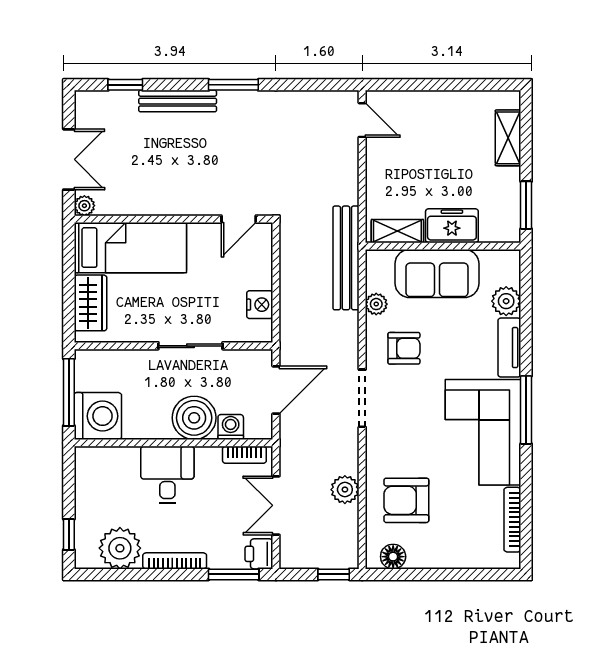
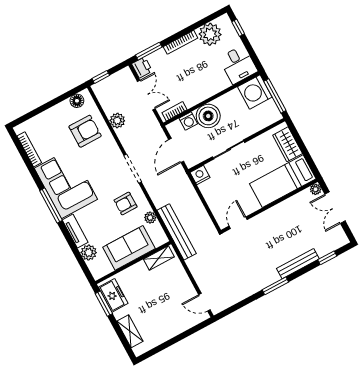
freezer: (452, 226) -> (113, 295), moved, turned -90
nightstand: (260, 305) -> (200, 175), moved, turned 90
desk: (167, 475) -> (238, 65), moved

